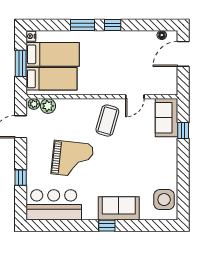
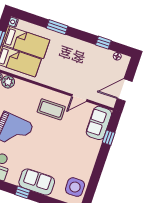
window: (113, 25) -> (103, 43), moved
door: (183, 54) -> (125, 90), moved
coffee table: (107, 121) -> (51, 109), turned 74

